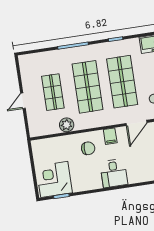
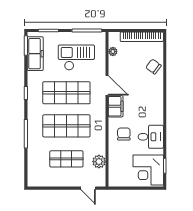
door: (23, 101) -> (88, 188), moved
plant: (67, 125) -> (99, 162), moved
filing cabinet: (110, 136) -> (116, 106), width x2.00
desk: (114, 173) -> (151, 137), moved

